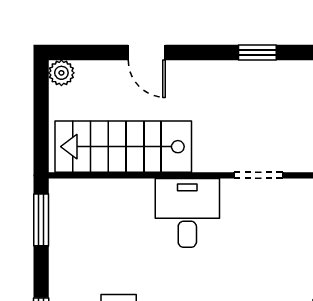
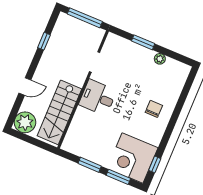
plant: (61, 73) -> (25, 122), width x1.88, depth x1.88
window: (41, 220) -> (90, 165), moved

